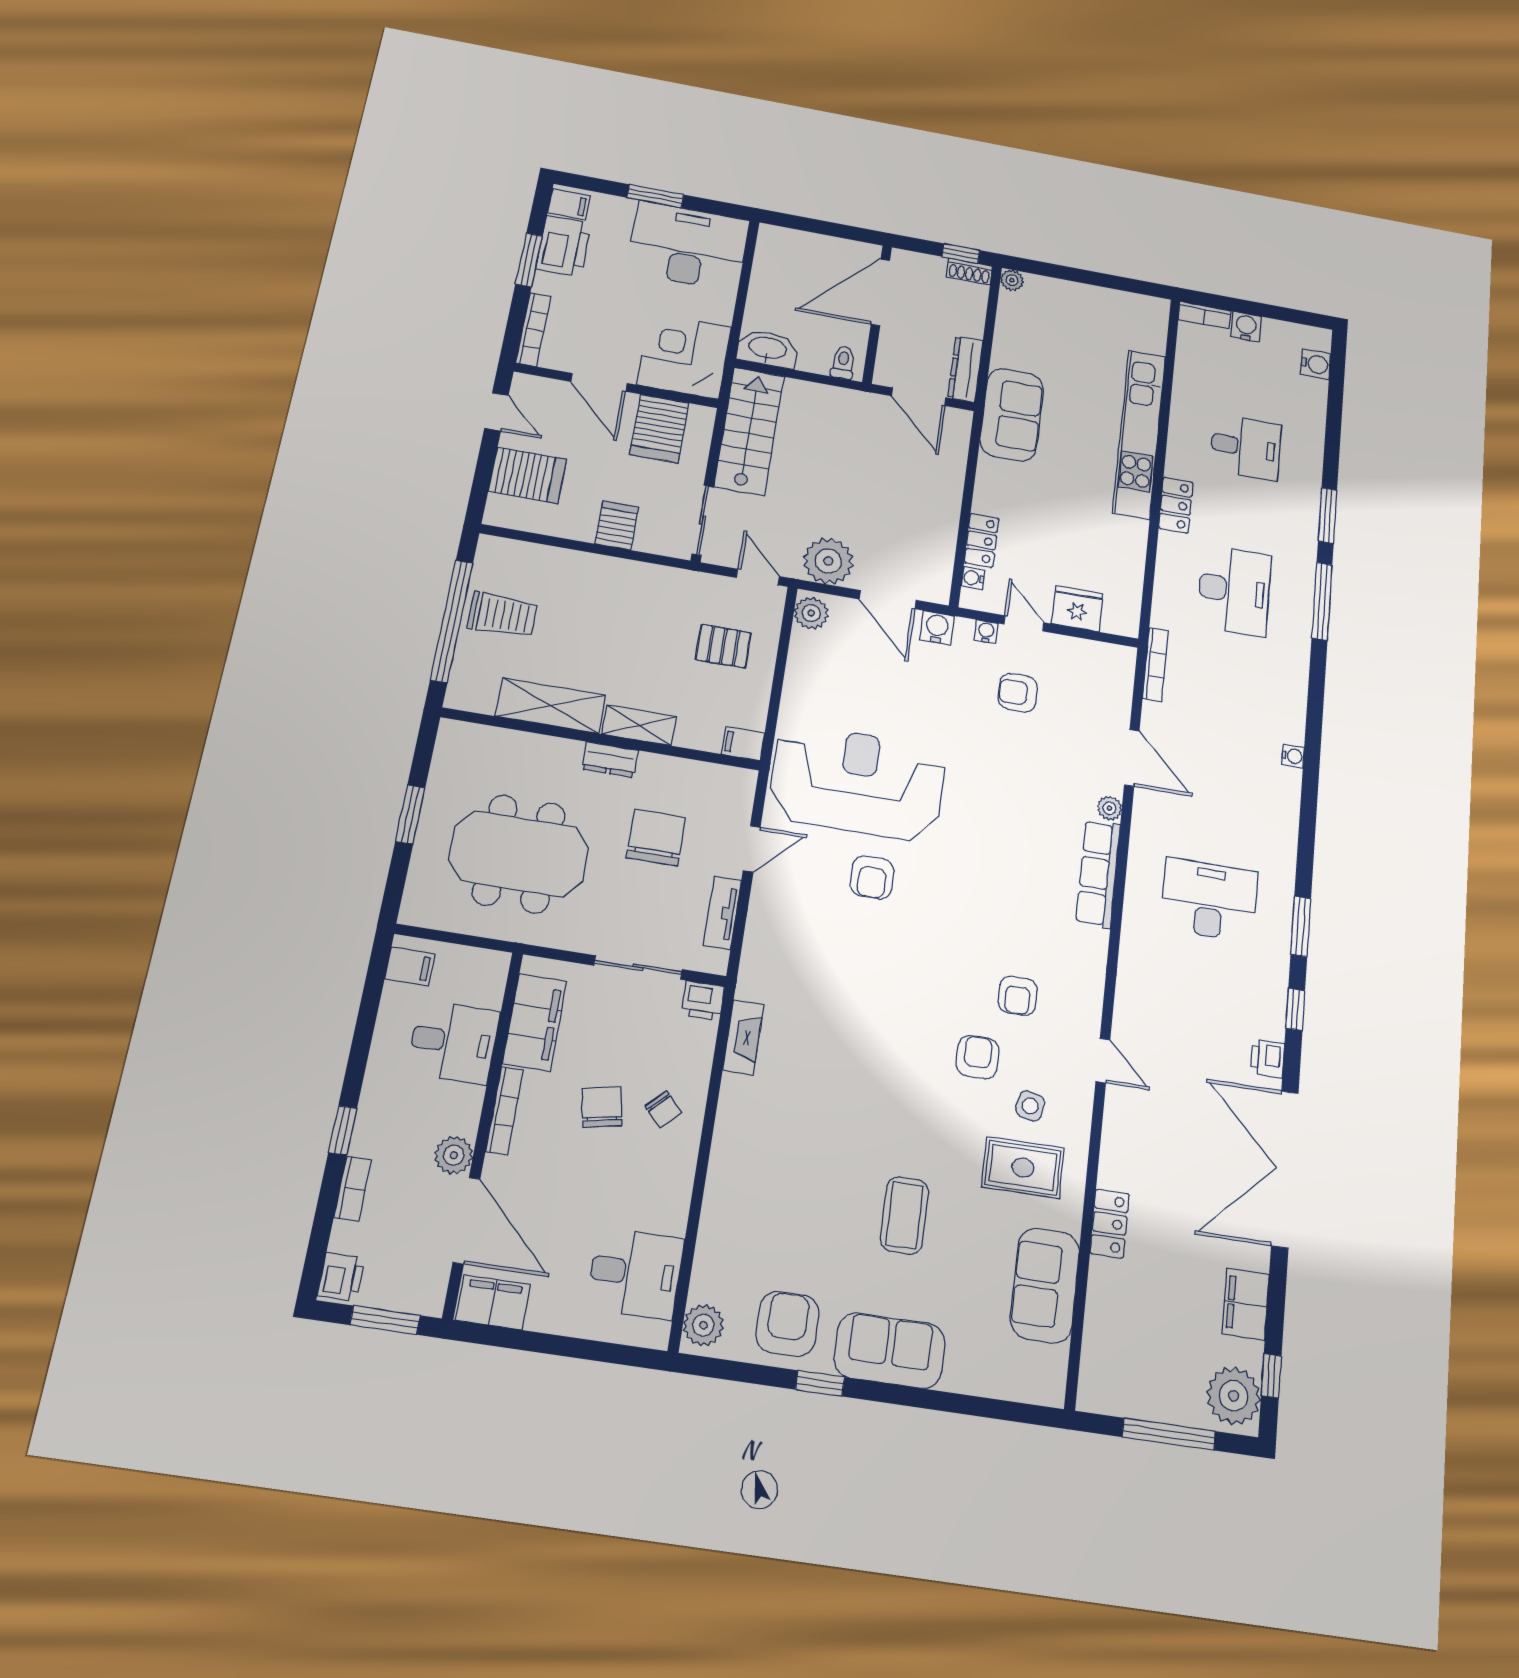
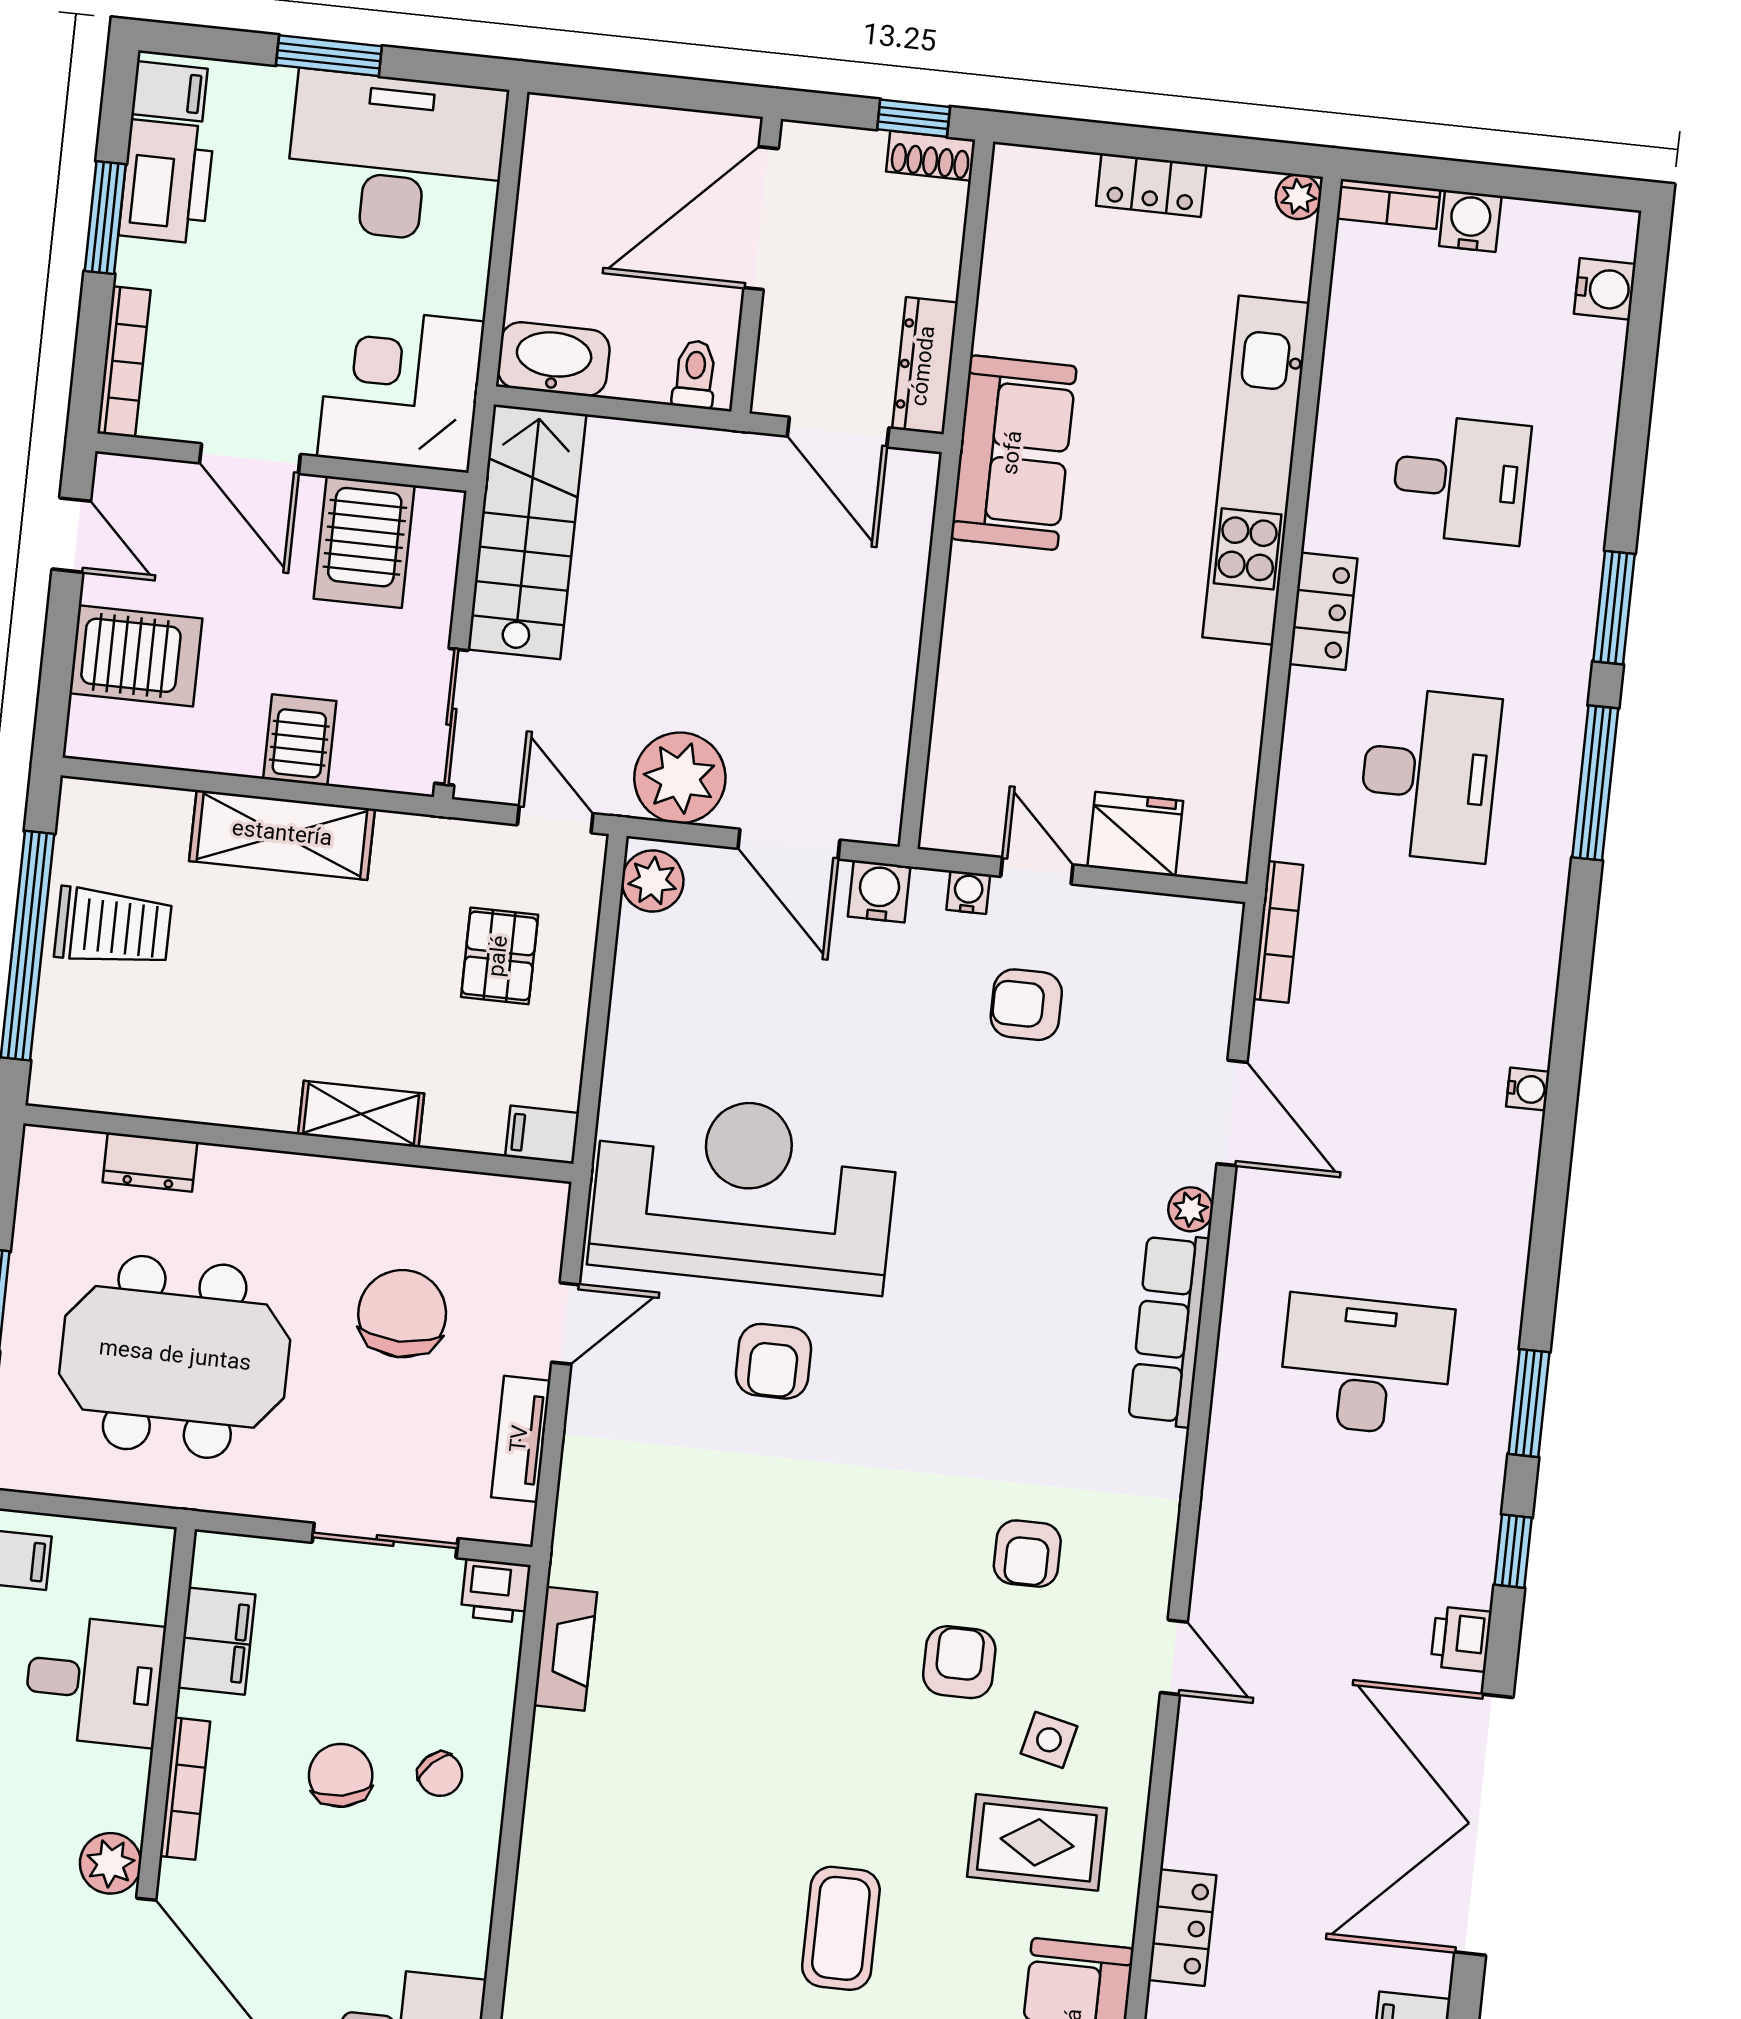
plant: (1012, 280) -> (1298, 197), moved
locker: (982, 540) -> (1151, 185), moved, turned 90
water cooler: (973, 578) -> (943, 790), removed
pallet: (723, 646) -> (500, 956), turned 90
shelving: (551, 706) -> (282, 835), moved
dresser: (610, 760) -> (150, 1162), moved
filing cabinet: (535, 1022) -> (217, 1641), width x0.67, depth x0.86

